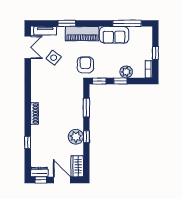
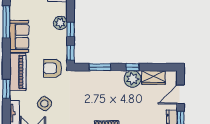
wardrobe: (77, 166) -> (154, 77), moved

